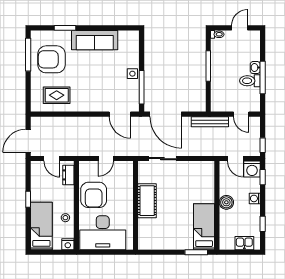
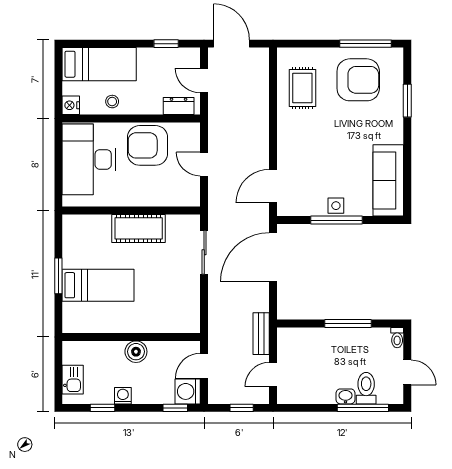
sofa: (95, 40) -> (388, 180), moved
armchair: (52, 59) -> (358, 80), turned 90
window: (263, 78) -> (363, 408), moved
toilet: (250, 81) -> (366, 388), moved
window: (142, 87) -> (337, 220), moved
bench: (210, 122) -> (261, 334), width x0.73
window: (263, 145) -> (242, 408), moved
door: (52, 159) -> (204, 81), hinge flipped
washing machine: (255, 198) -> (123, 396), moved
window: (28, 199) -> (166, 44), moved
bed: (204, 227) -> (98, 285), moved
window: (196, 252) -> (58, 276), moved

